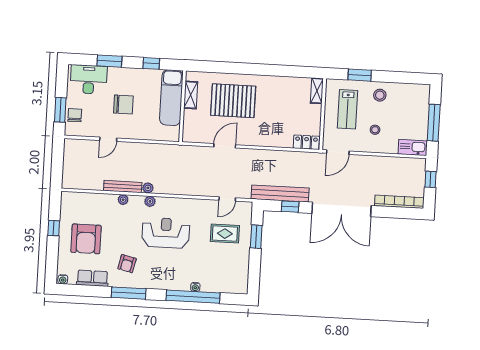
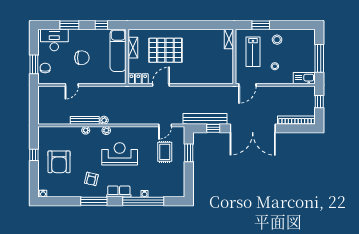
locker: (306, 142) -> (138, 79), moved
rug: (225, 234) -> (165, 152), turned 90
row of seats: (92, 278) -> (119, 192), moved

